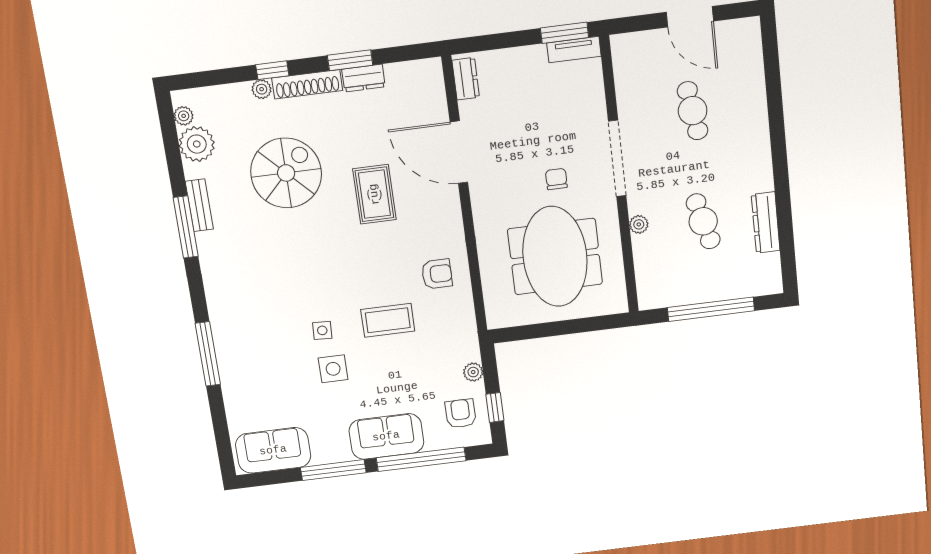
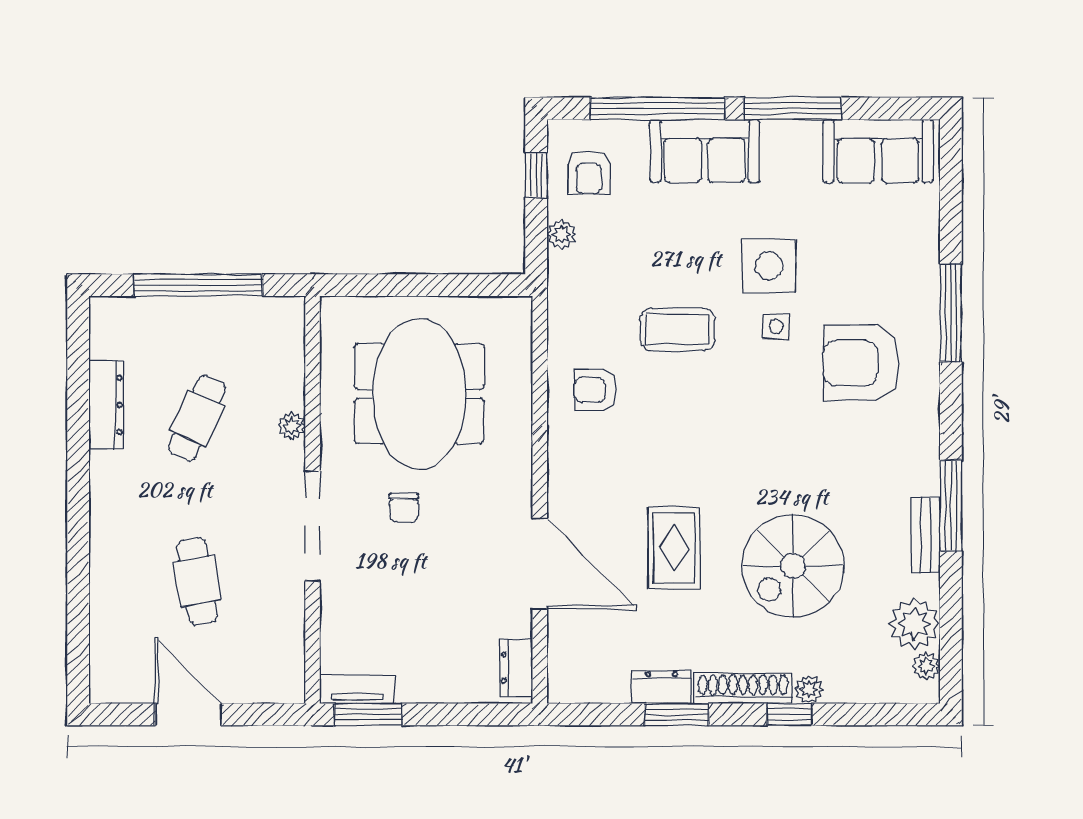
rug: (374, 194) -> (674, 548), moved
cafe table: (703, 221) -> (197, 418), turned 39
armchair: (262, 314) -> (861, 363), added
side table: (333, 369) -> (769, 266), width x1.37, depth x1.37

